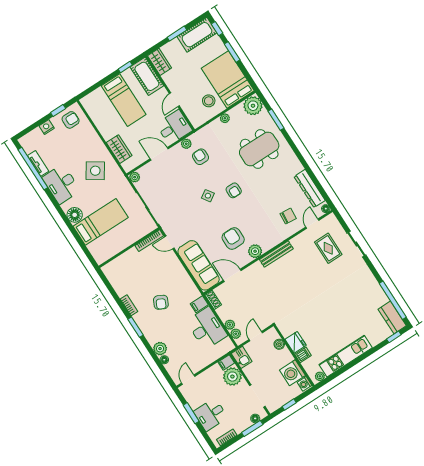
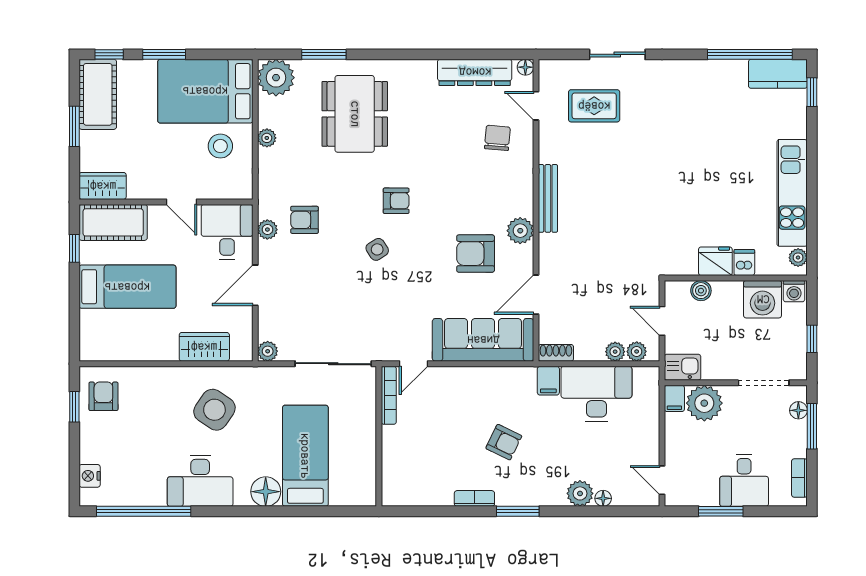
nightstand: (47, 127) -> (90, 476), moved
tv unit: (38, 163) -> (141, 497), removed

